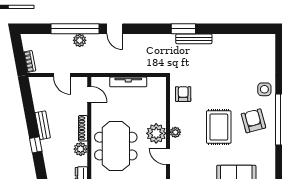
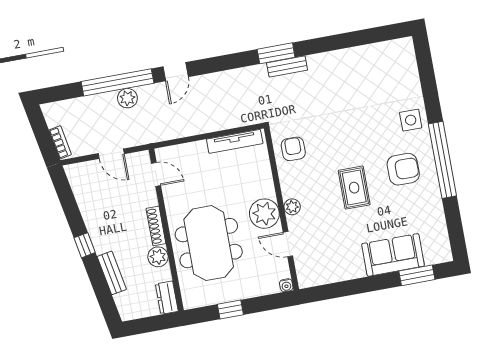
door: (115, 29) -> (176, 72), hinge flipped
bench: (194, 39) -> (287, 67), width x0.73
tv unit: (128, 82) -> (235, 141), moved
armchair: (253, 121) -> (403, 169), turned 105
bench: (43, 125) -> (112, 273), moved
rug: (219, 127) -> (354, 188), width x0.73, depth x0.70
window: (36, 145) -> (85, 245), moved

